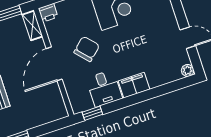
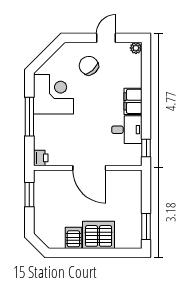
shelving: (32, 25) -> (48, 176), removed
chair: (87, 49) -> (89, 66), moved

